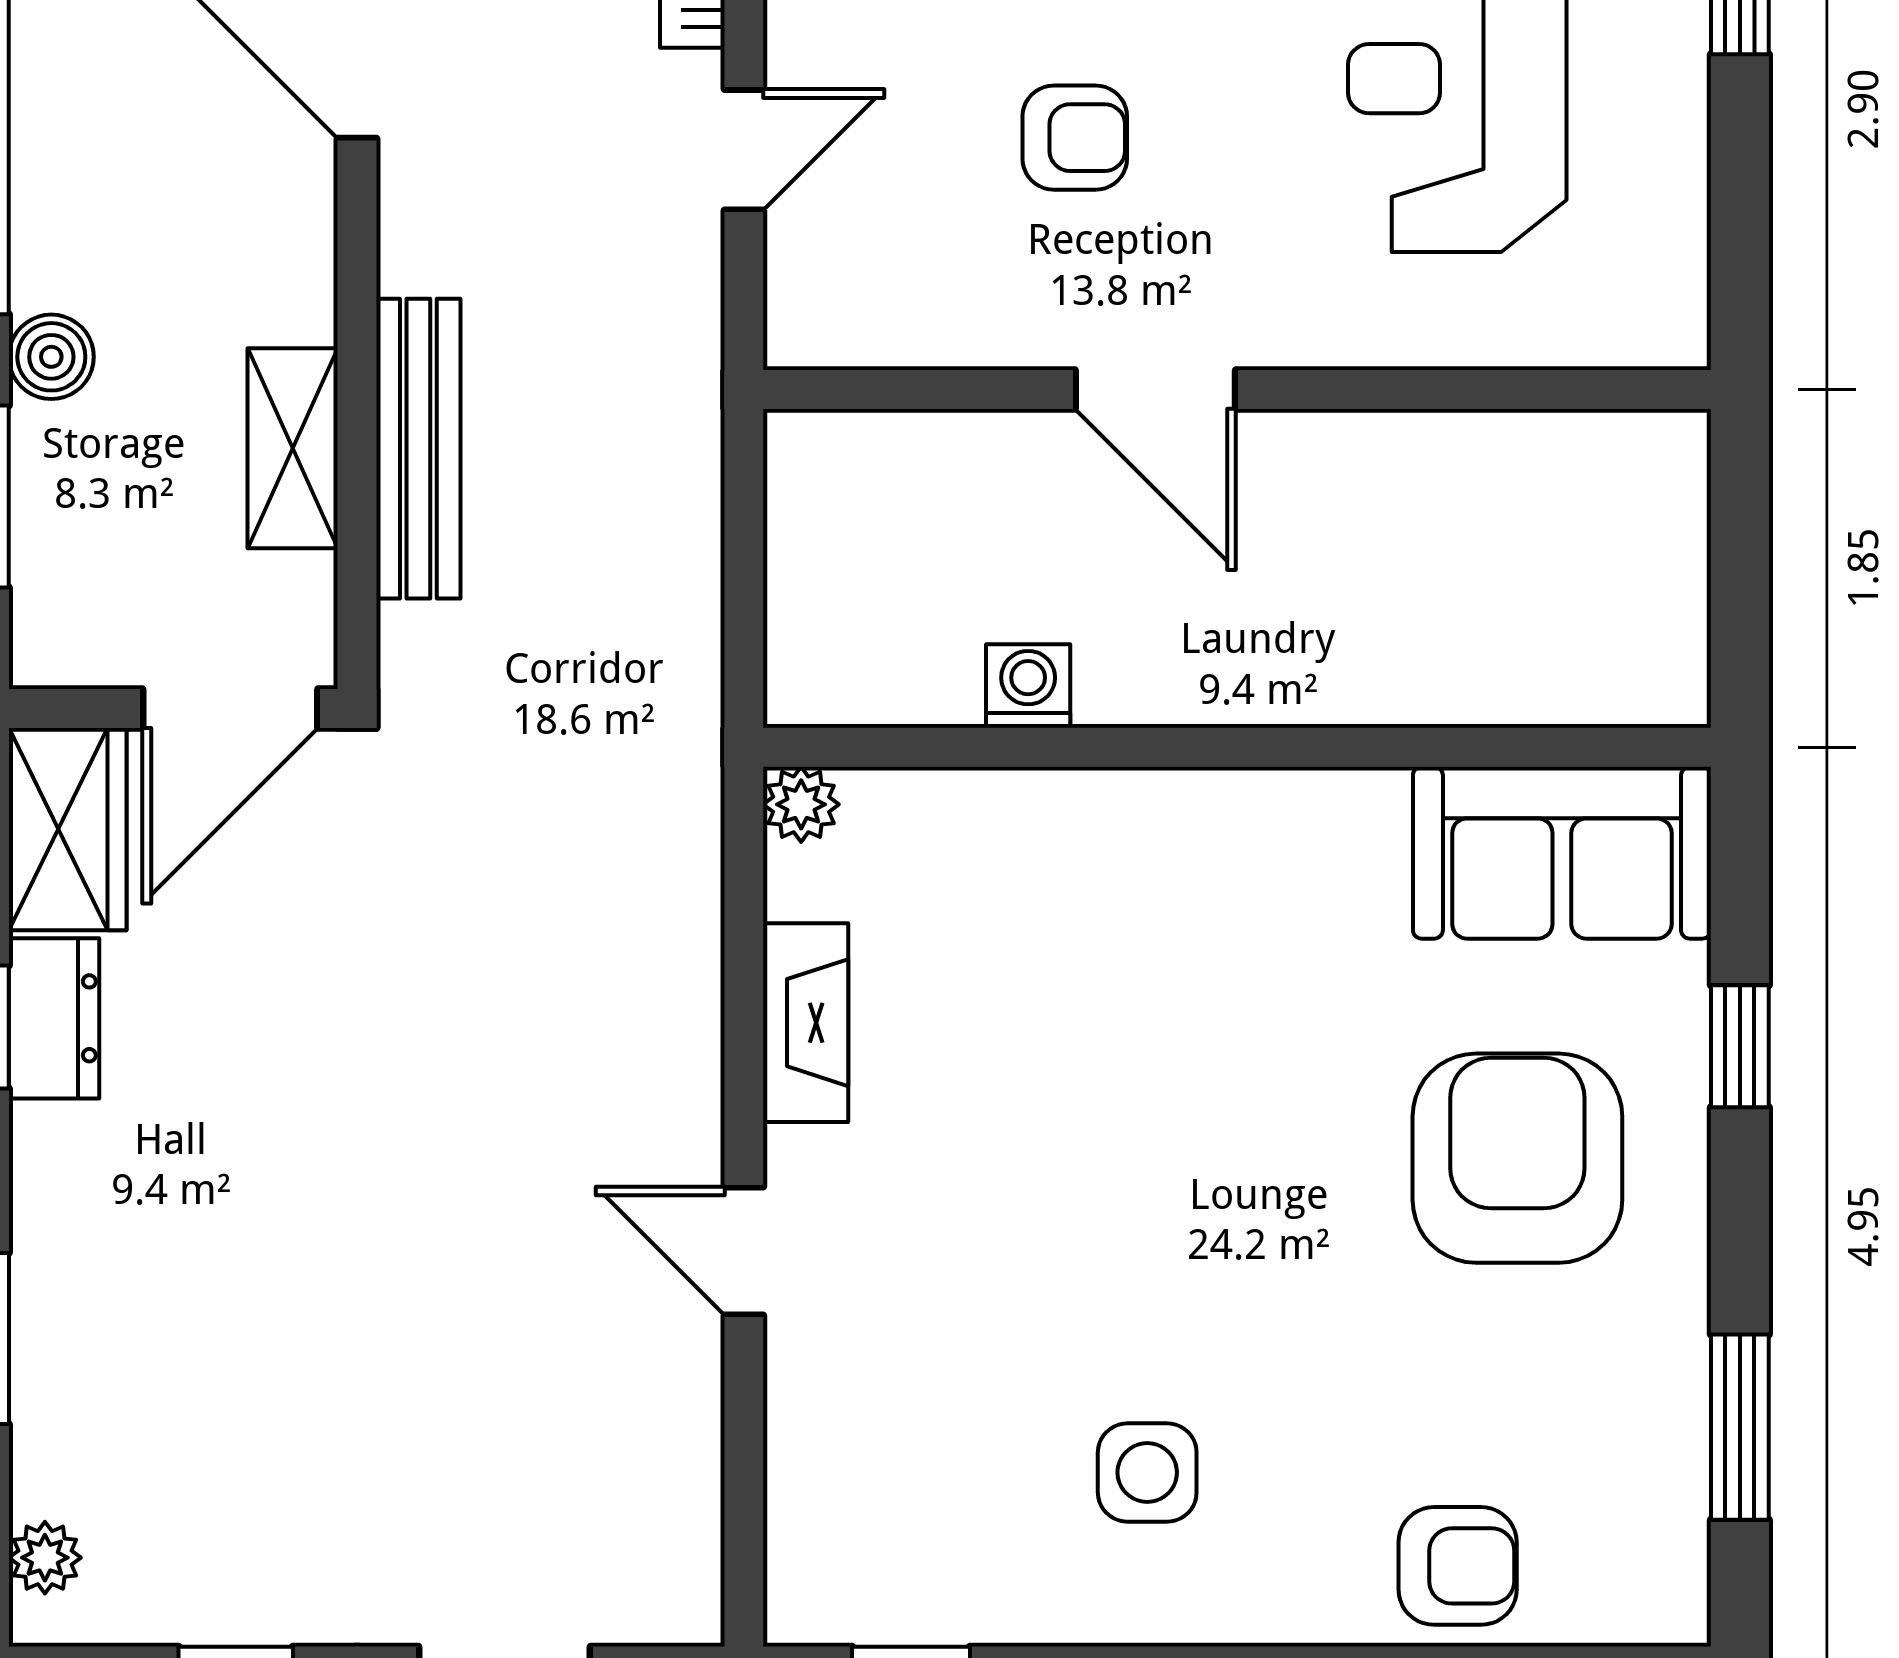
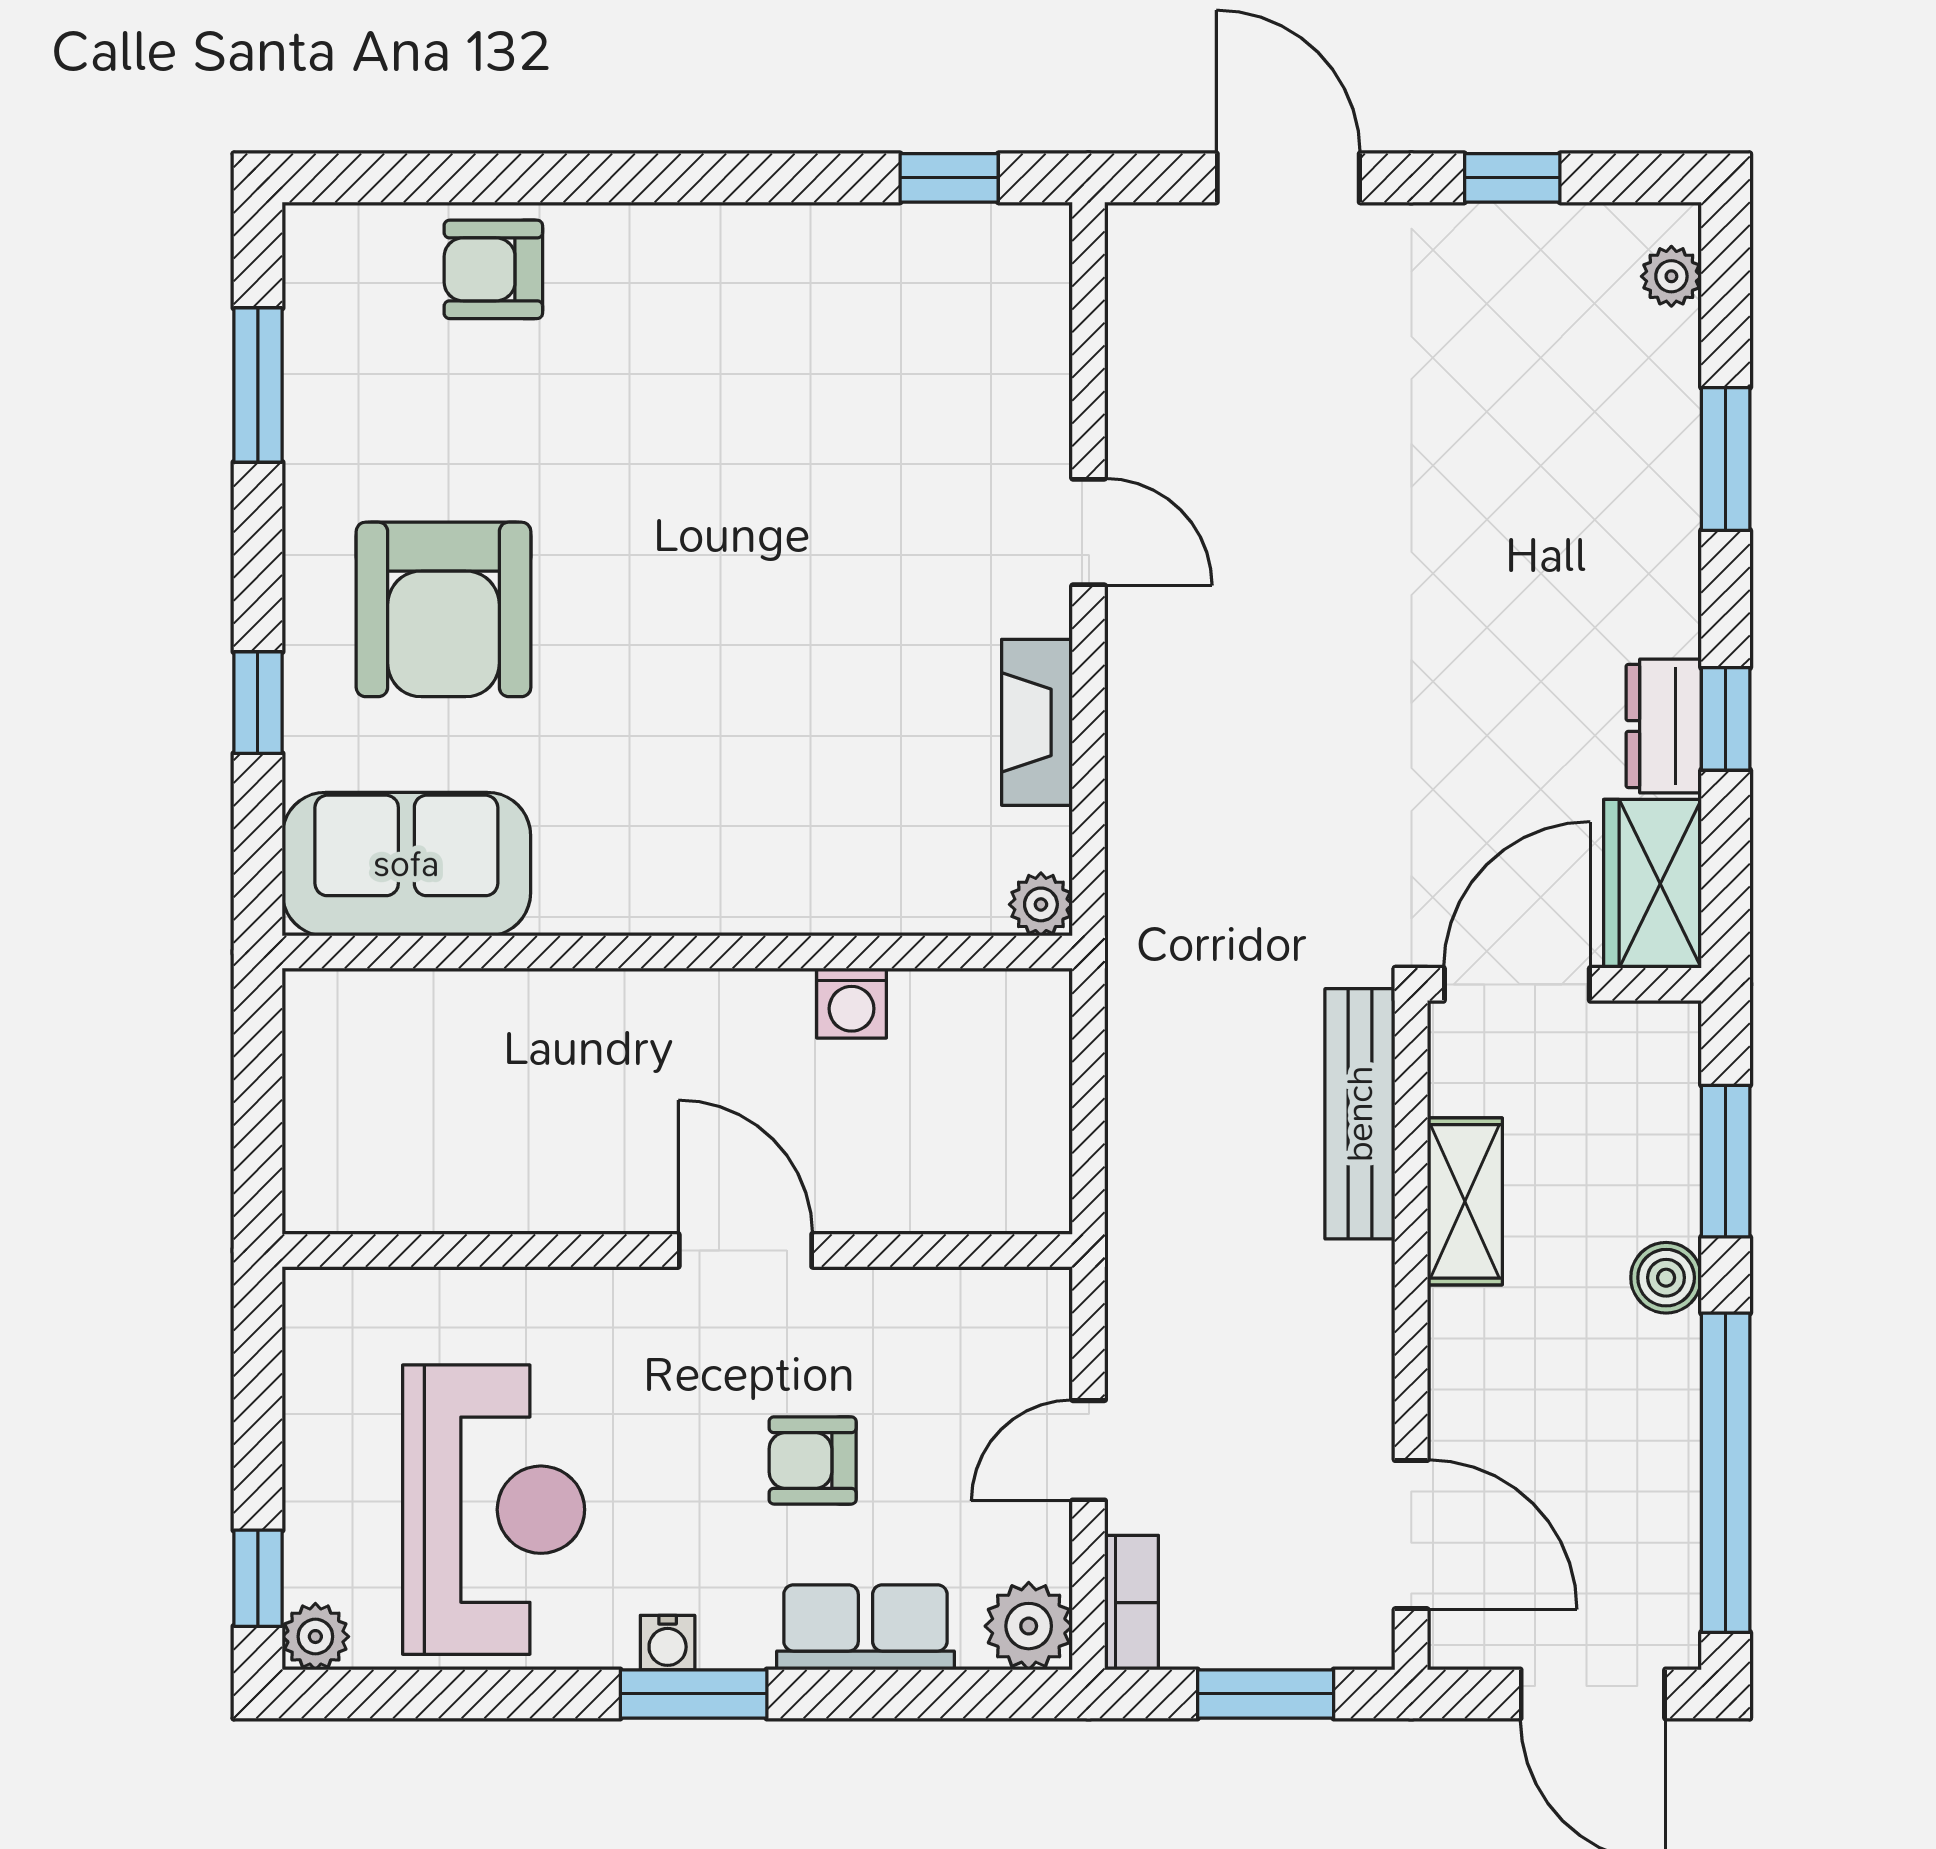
bench: (418, 449) -> (1360, 1114), moved
side table: (1147, 1472) -> (752, 347), removed

